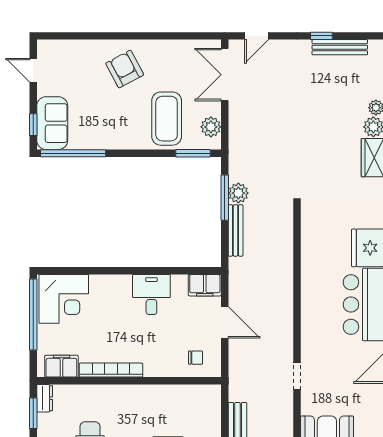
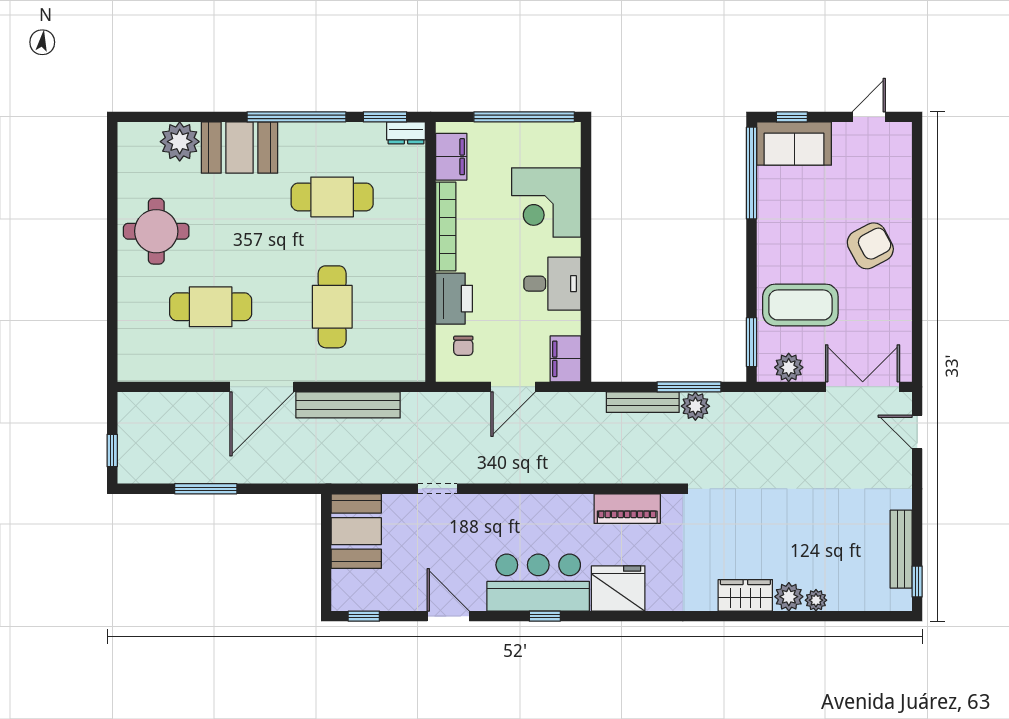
window: (321, 36) -> (917, 582), moved
piano: (311, 241) -> (627, 509), added
corner desk: (64, 299) -> (546, 202), moved
printer: (162, 364) -> (454, 299), added

